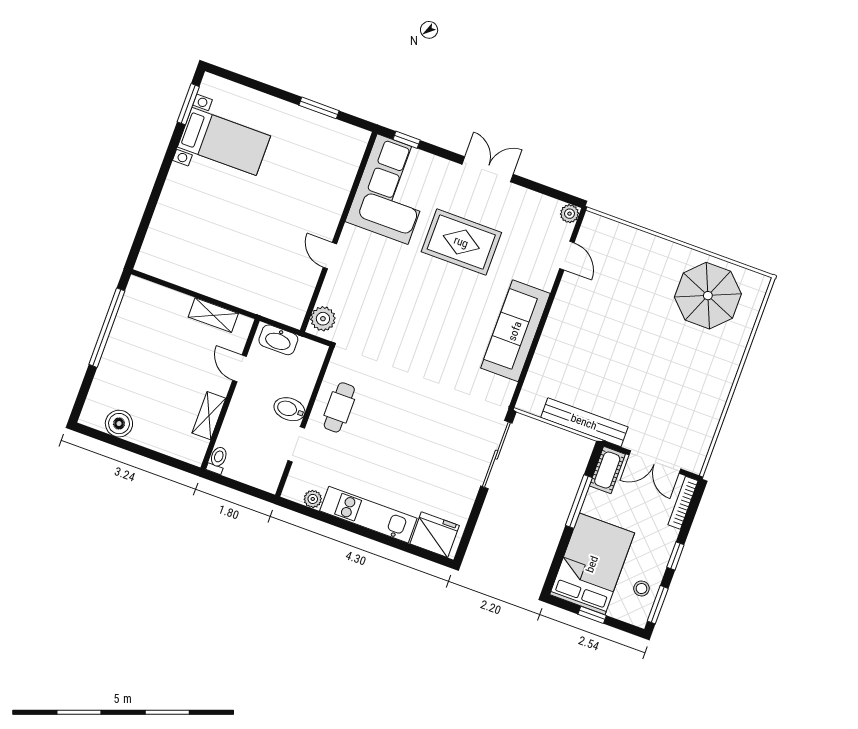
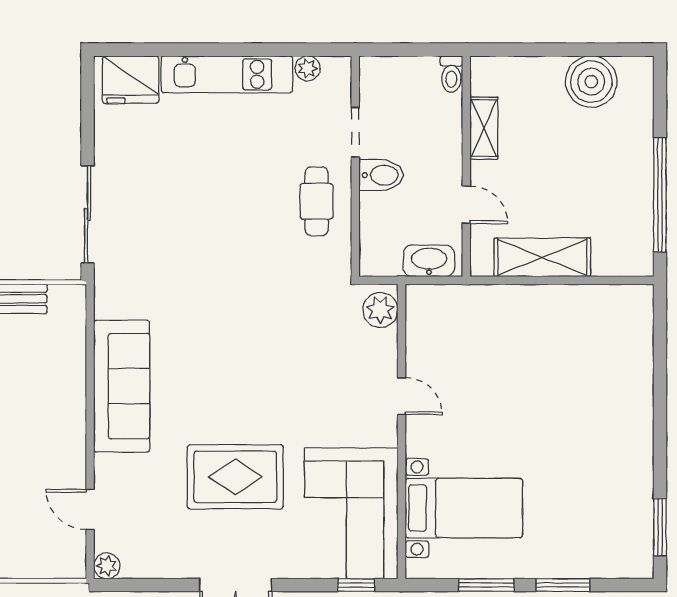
window: (268, 89) -> (563, 585), added
bed with nightstands: (224, 141) -> (464, 508), moved, turned 180
shelving: (213, 315) -> (542, 257), width x1.50, depth x1.33
boiler: (119, 424) -> (591, 82), width x1.37, depth x1.37

